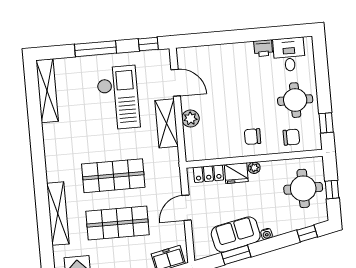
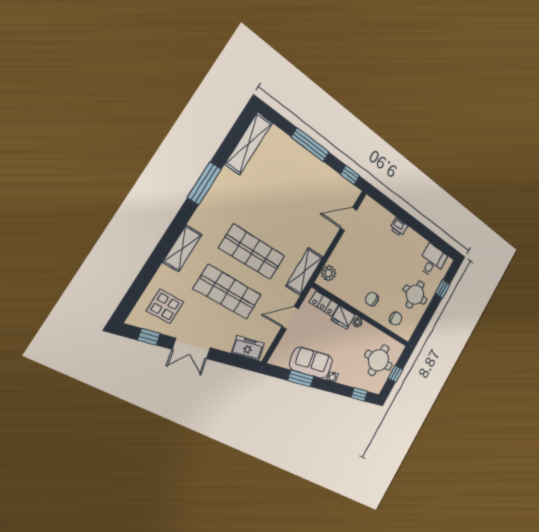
printer: (263, 48) -> (399, 227), moved
door: (176, 83) -> (349, 219), swing flipped
checkout: (118, 98) -> (300, 195), removed
plant: (190, 118) -> (329, 273), moved
shelving: (167, 123) -> (304, 271), moved
window: (326, 123) -> (443, 289), moved
window: (38, 150) -> (204, 183), added
shelving: (58, 214) -> (182, 248), width x0.68

